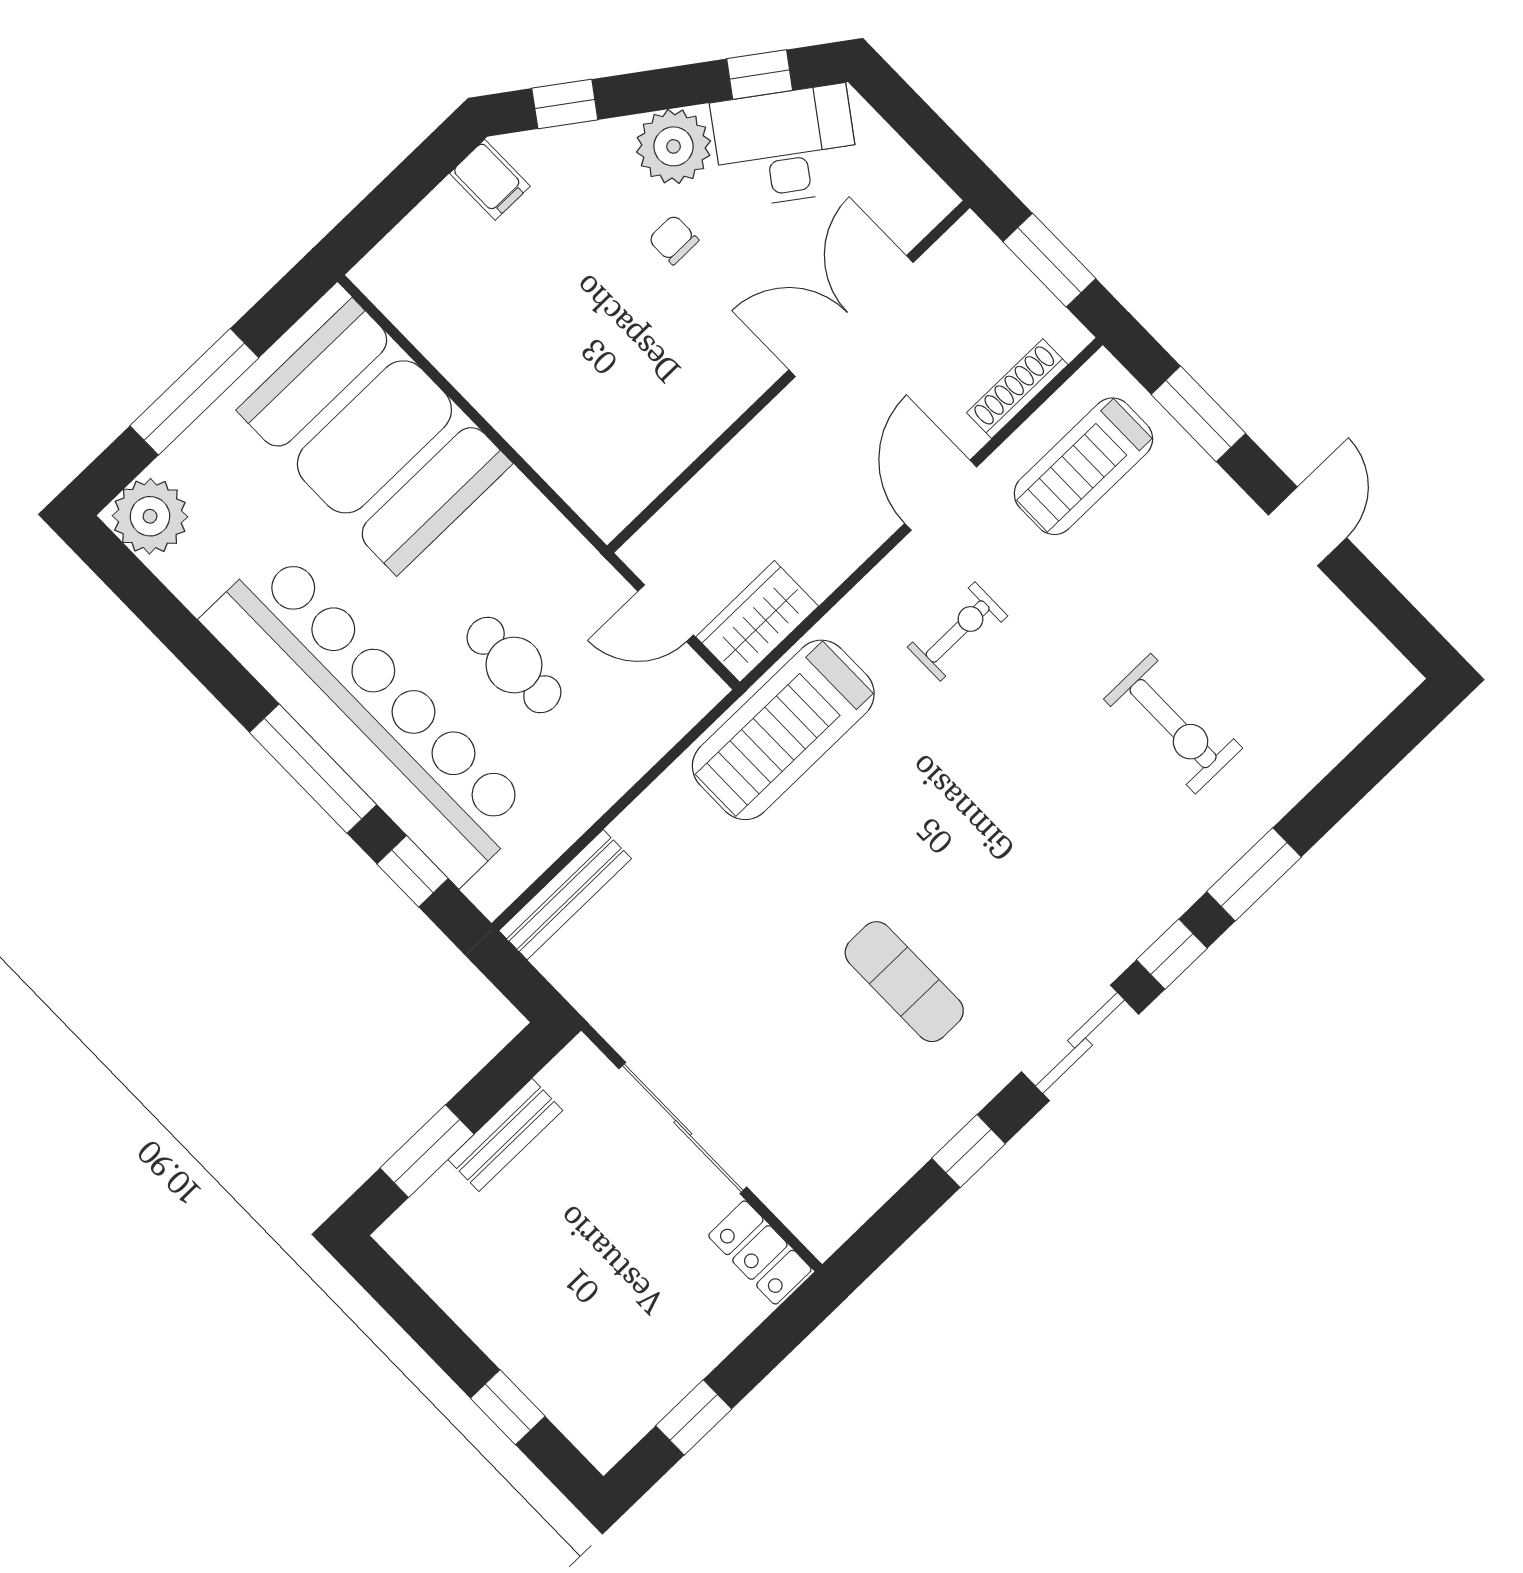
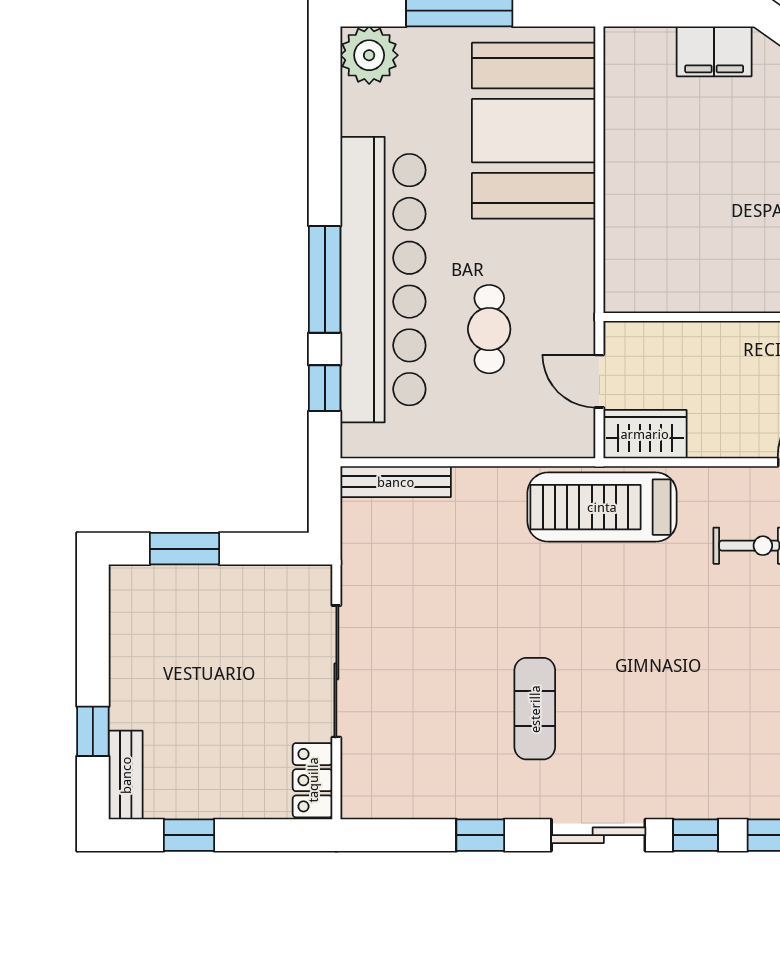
filing cabinet: (490, 180) -> (714, 51), width x2.00
bench: (505, 1135) -> (126, 775), moved, turned 90

